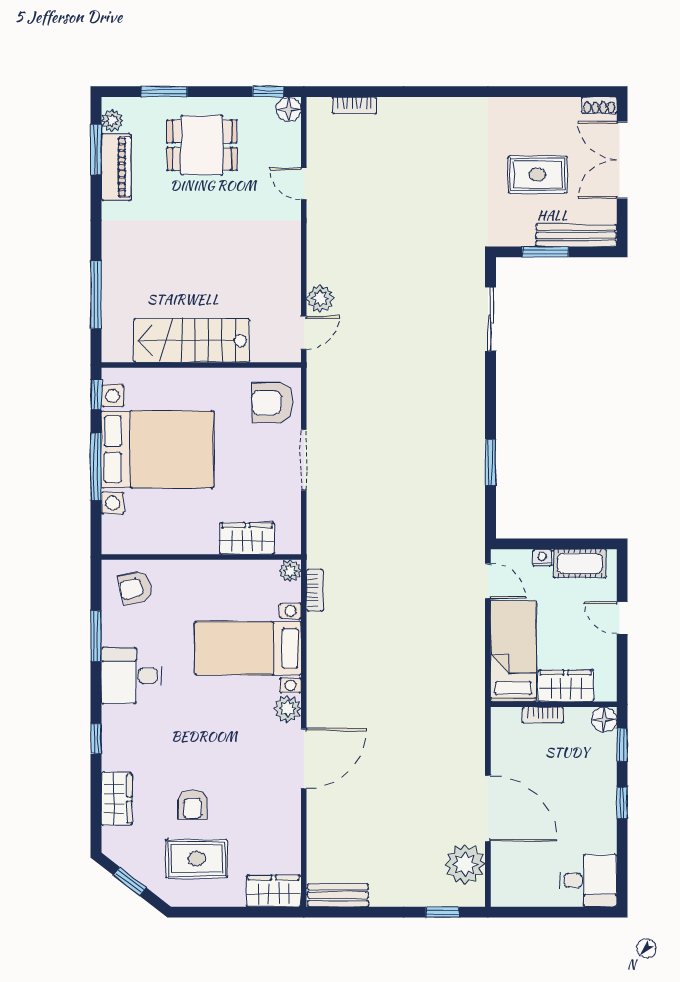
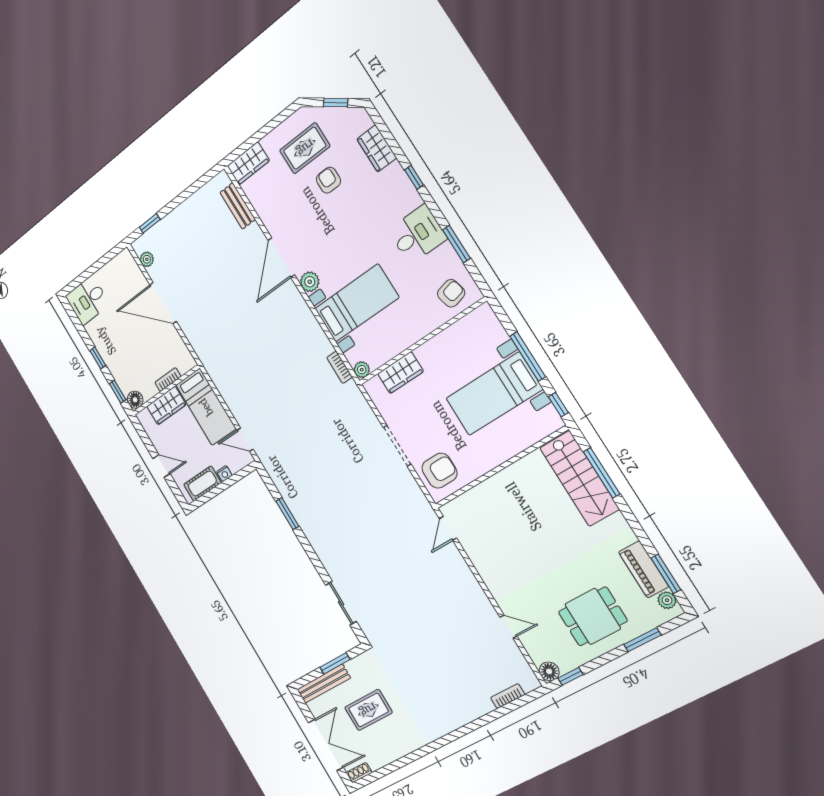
plant: (320, 298) -> (451, 557), removed
stairs: (192, 341) -> (579, 478), moved, turned 90
bed with nightstands: (157, 449) -> (494, 394), width x0.73
plant: (465, 864) -> (147, 259), width x0.53, depth x0.53
bench: (338, 895) -> (238, 206), moved, turned 90

